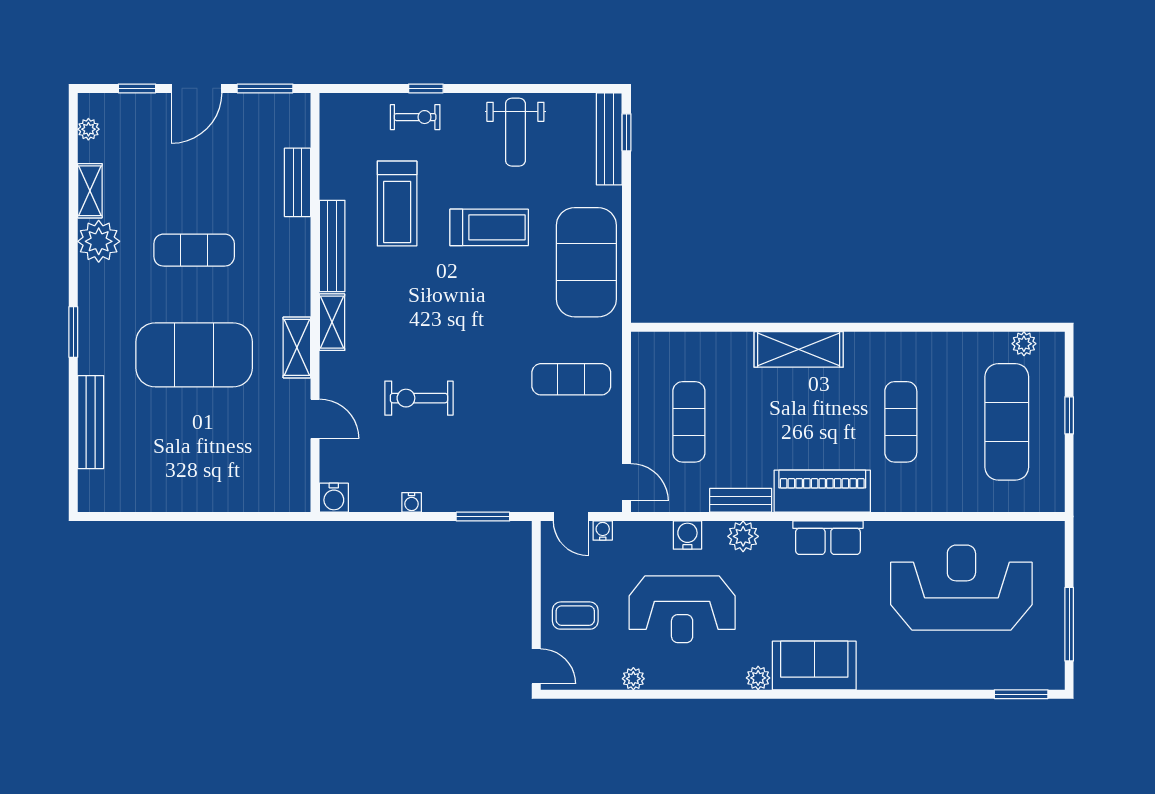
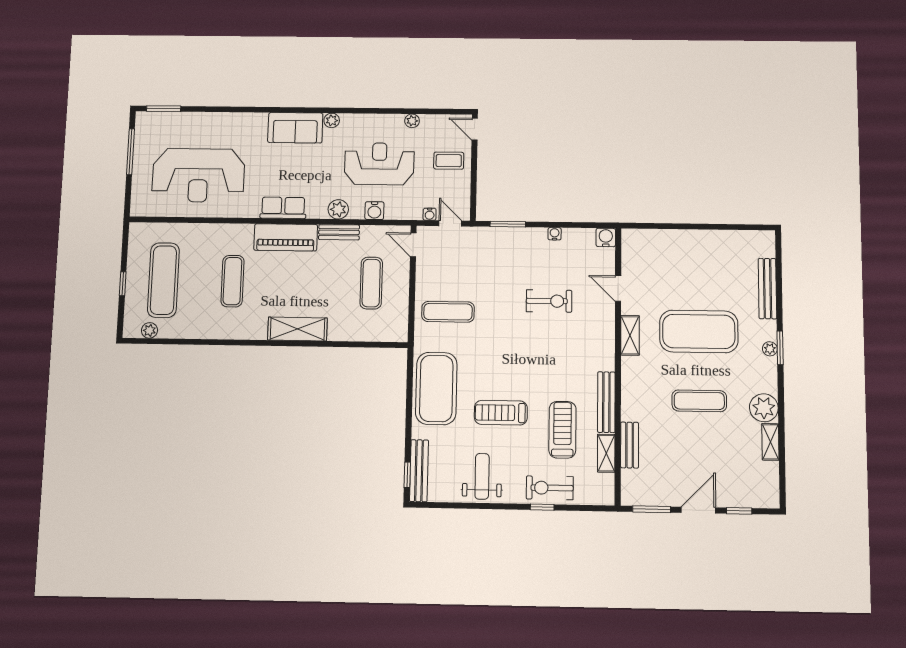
exercise bike: (415, 117) -> (550, 488), width x1.38, depth x1.39
plant: (88, 129) -> (770, 349), moved
shelving: (332, 322) -> (606, 453), moved

